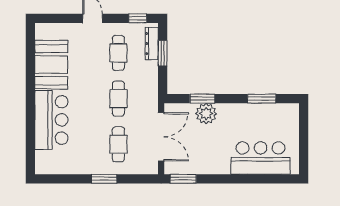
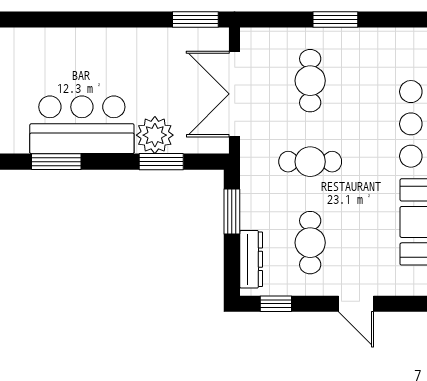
window: (163, 53) -> (232, 211), moved
cafe table: (118, 99) -> (310, 162), turned 90
bar counter: (260, 158) -> (82, 125), moved, turned 180

